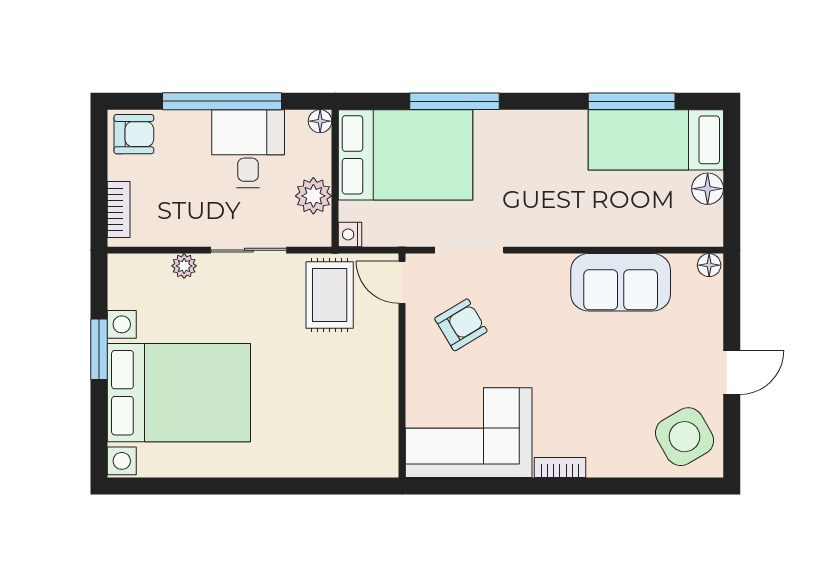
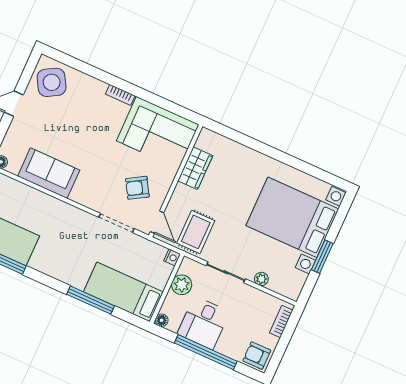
bed: (406, 155) -> (123, 292), width x0.67
wardrobe: (379, 402) -> (195, 168), added

